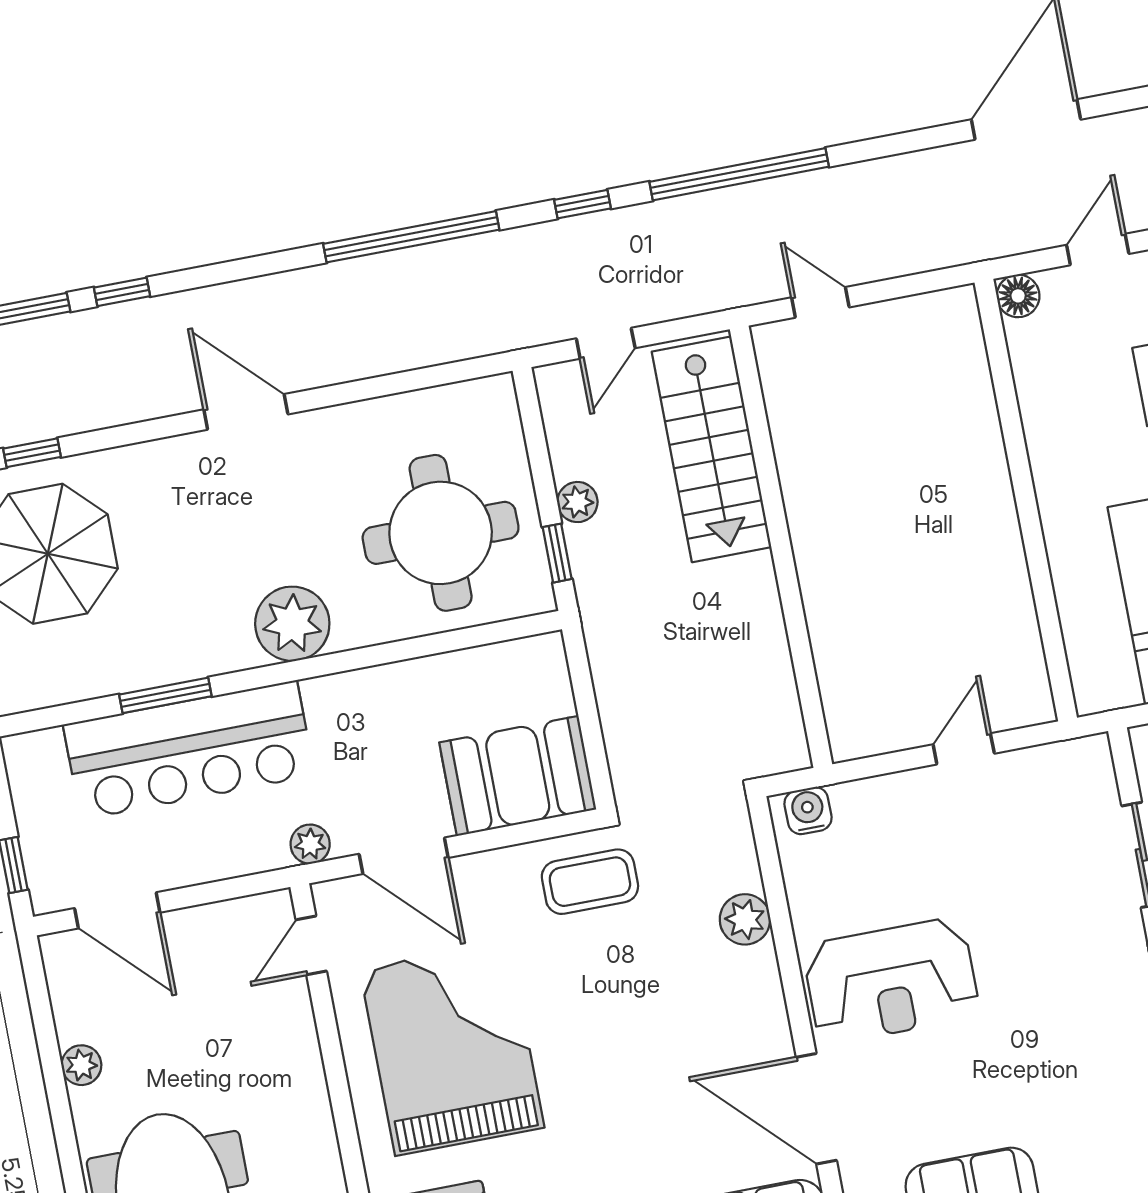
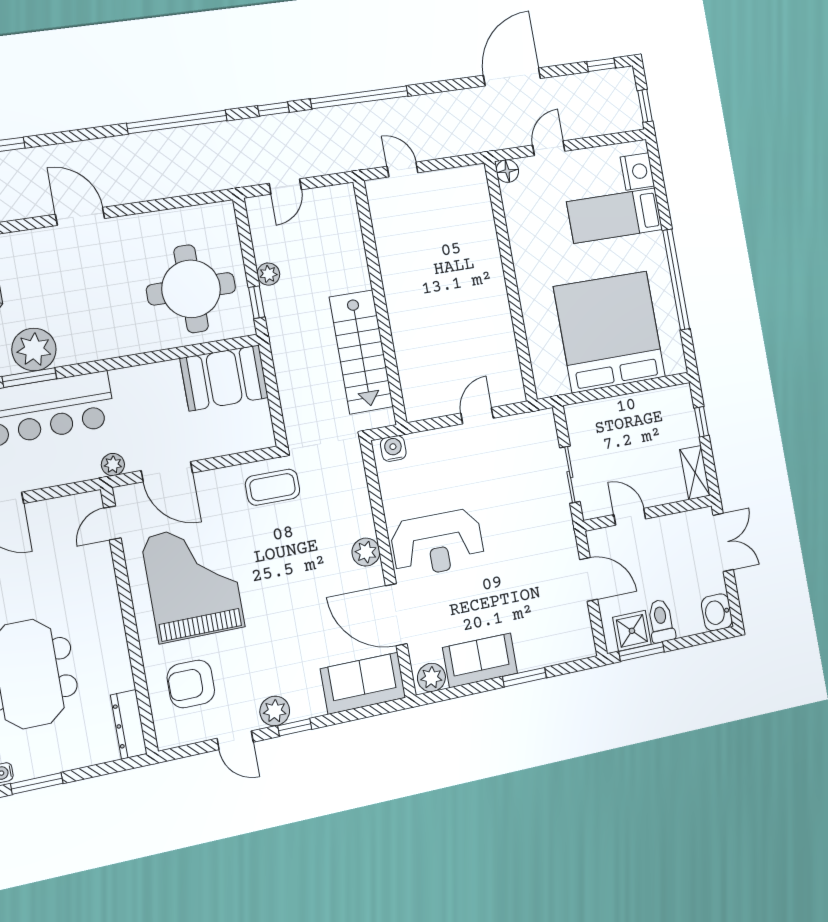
stairs: (712, 449) -> (361, 352), moved
plant: (292, 624) -> (34, 349), moved
booth: (518, 776) -> (224, 378), moved
plant: (745, 919) -> (366, 552), moved

